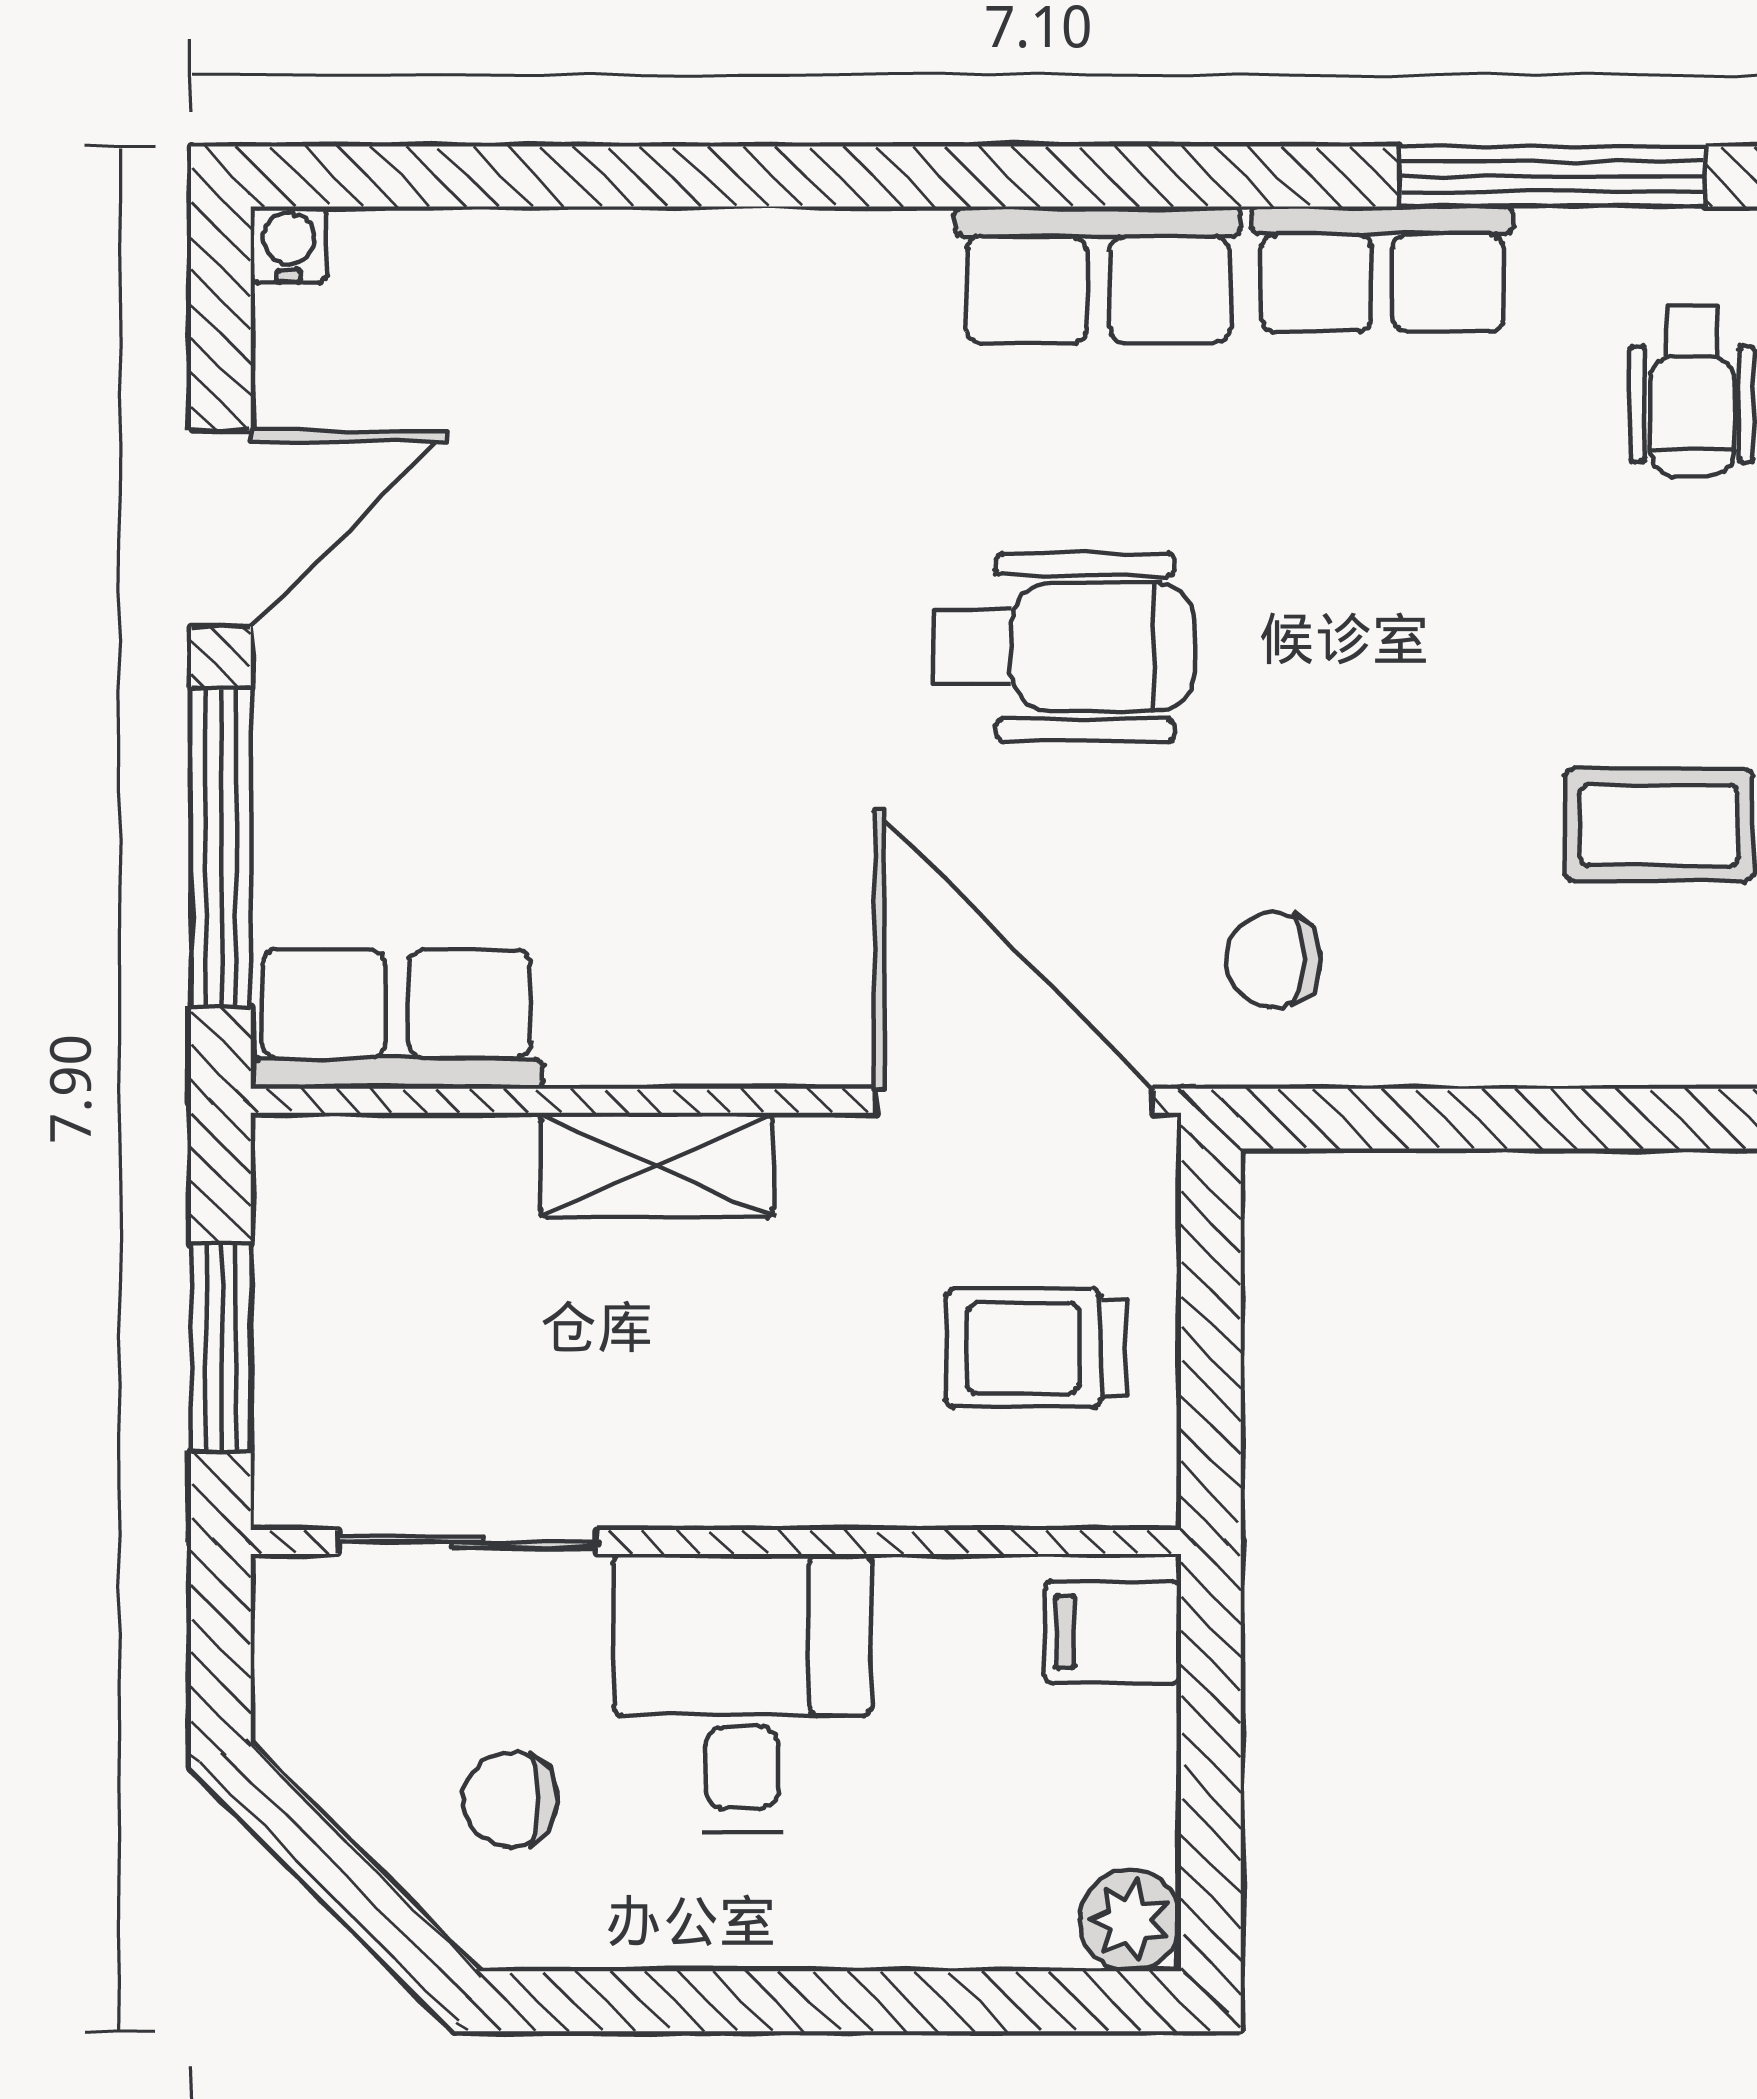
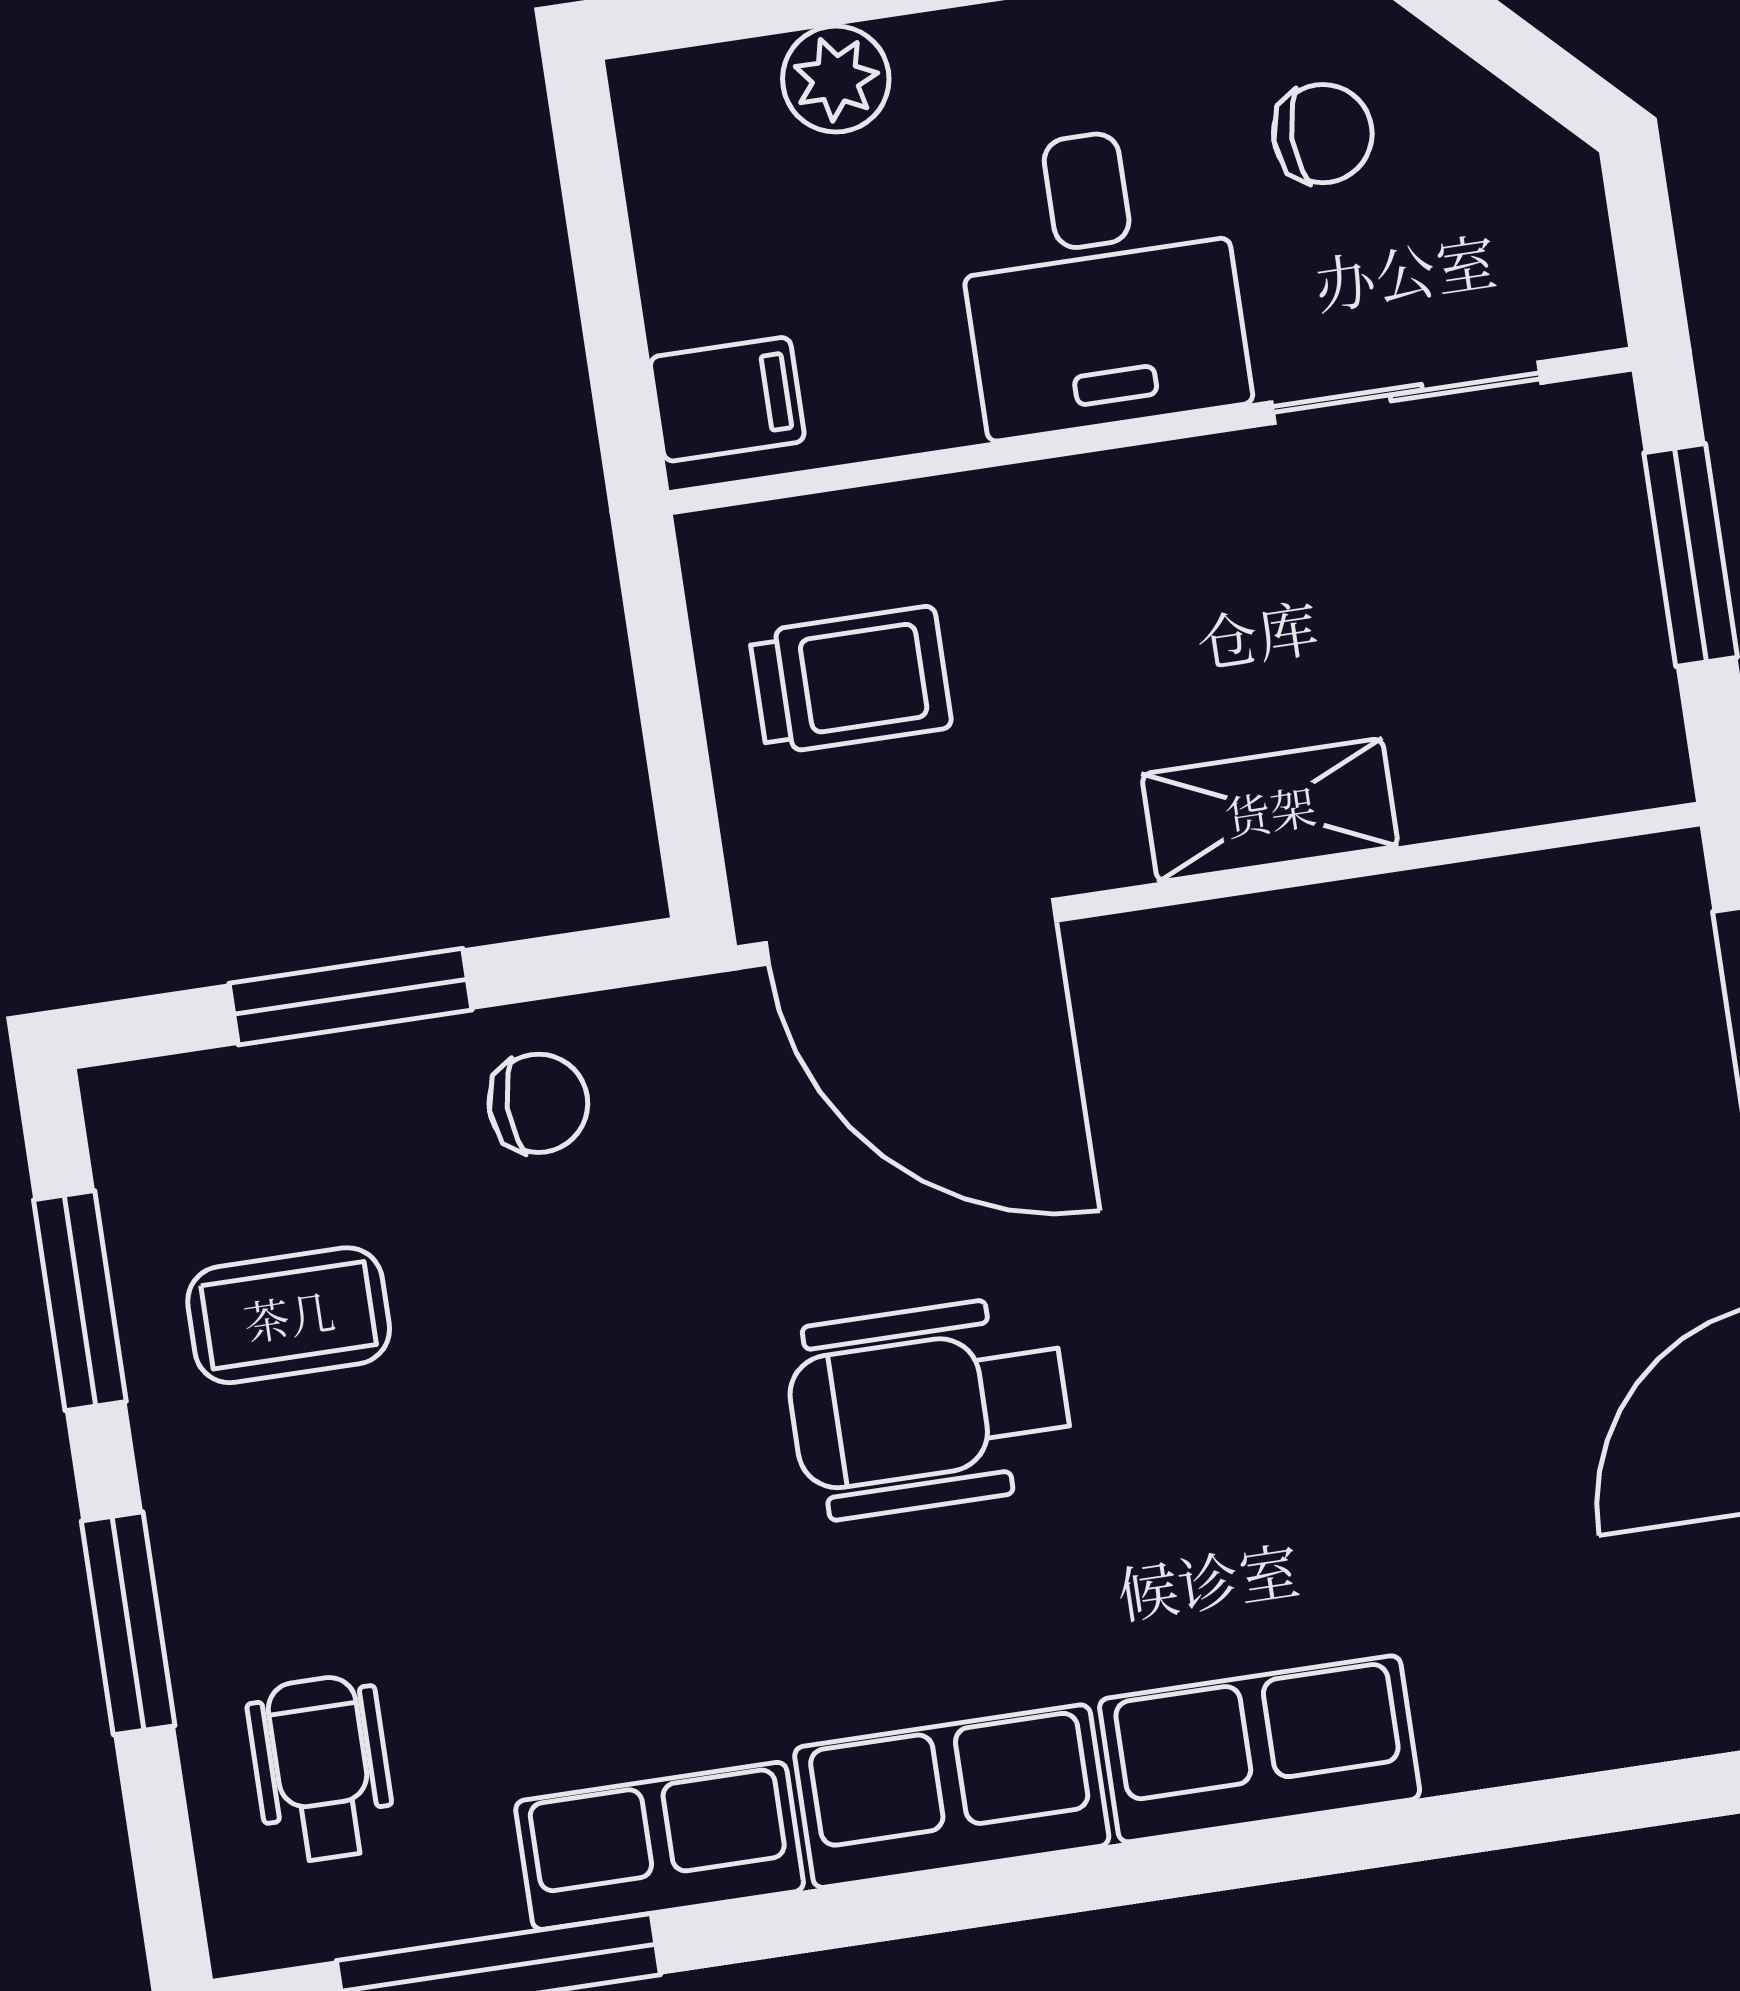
chair: (1273, 960) -> (538, 1103), moved
row of seats: (397, 1019) -> (1260, 1749), moved, turned 180
window: (1555, 1119) -> (351, 997), added
plant: (1130, 1920) -> (836, 79), moved

